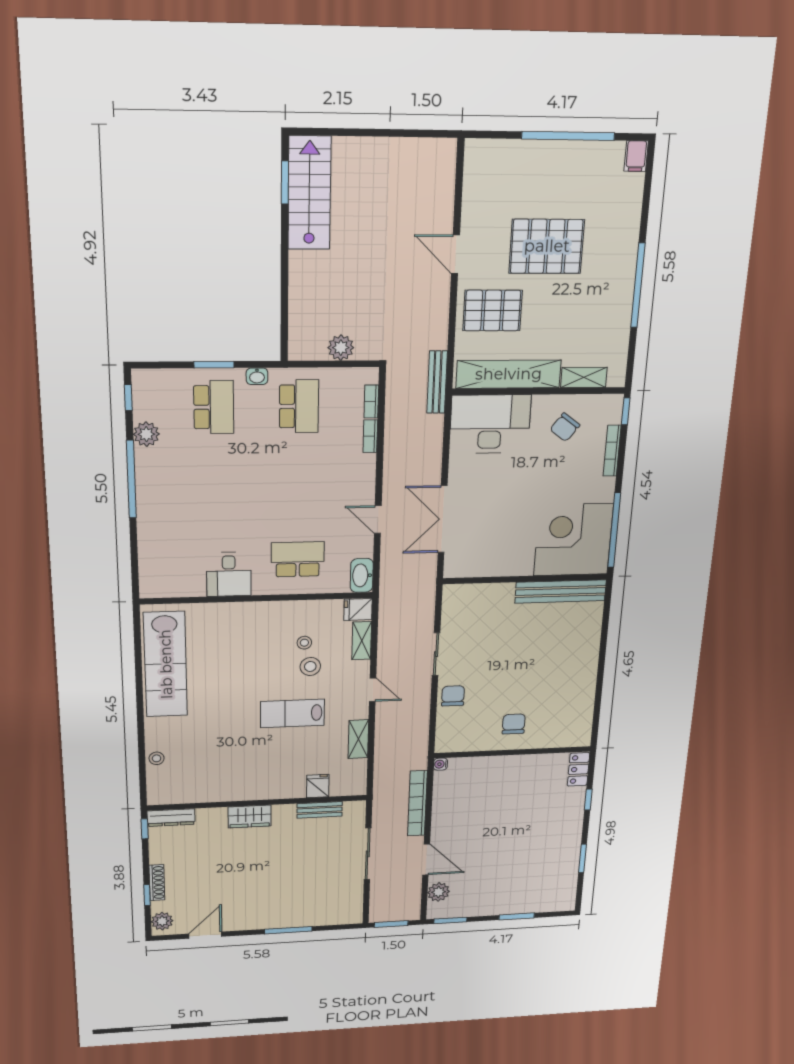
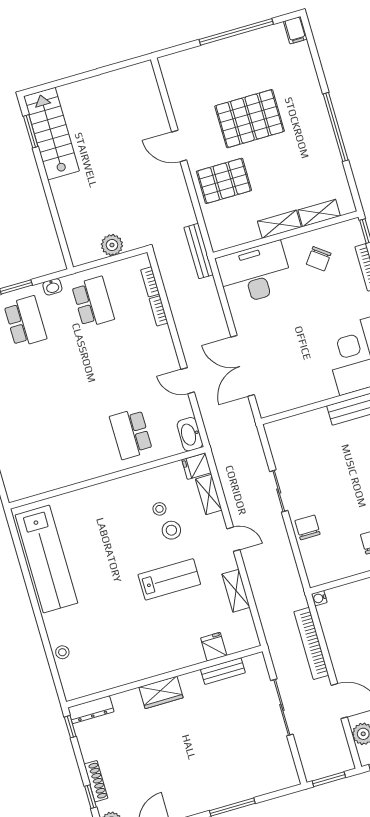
shelving: (509, 374) -> (279, 224), width x0.45, depth x0.75
school desk: (298, 559) -> (131, 434), turned -90
desk: (229, 574) -> (77, 462), removed
lab bench: (293, 713) -> (169, 579), turned 180

